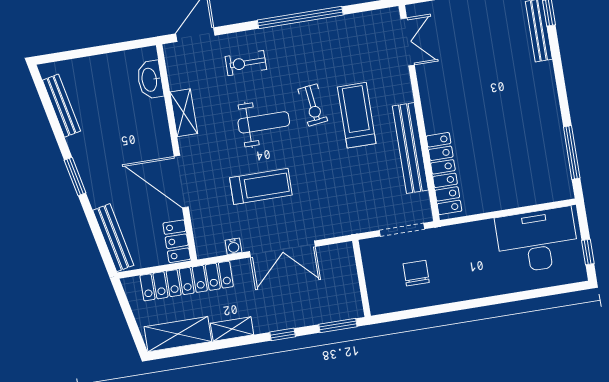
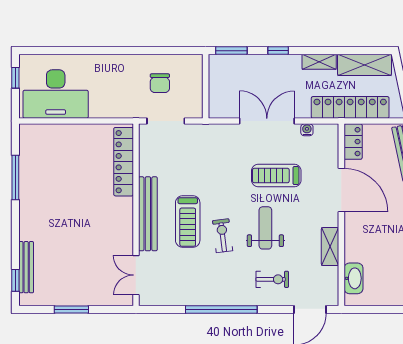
weight bench: (264, 122) -> (265, 228), turned 90
bench: (410, 148) -> (148, 214), moved
window: (572, 152) -> (15, 177), moved

